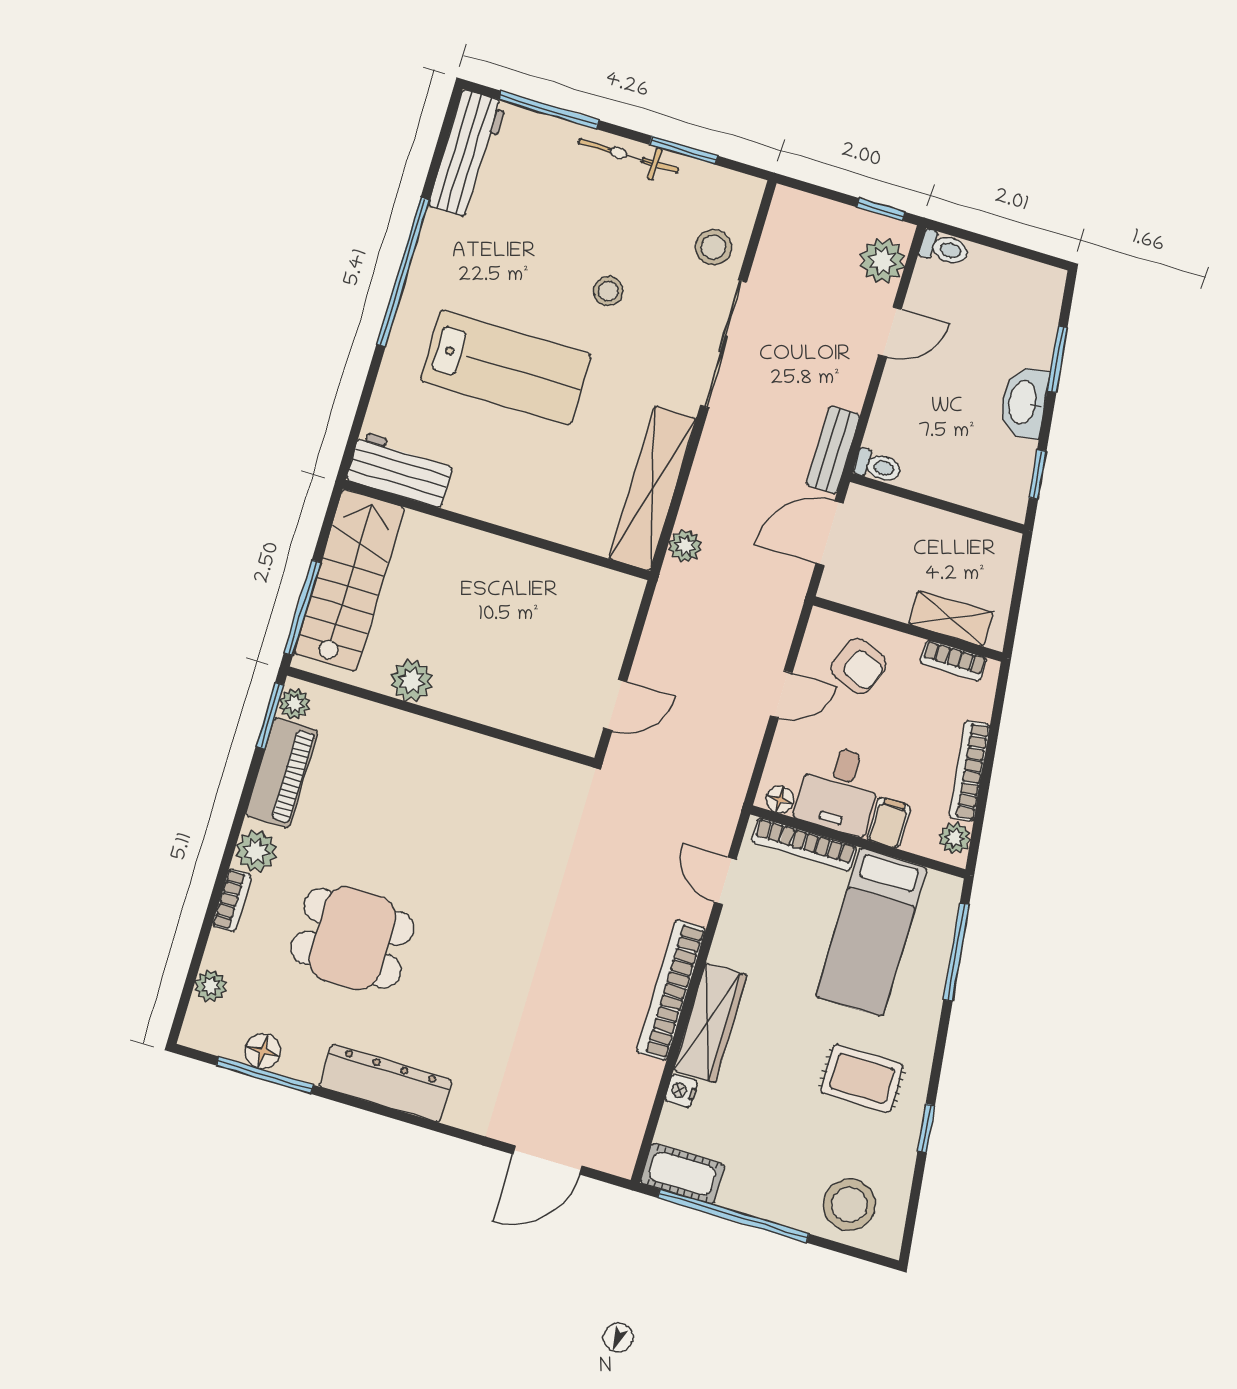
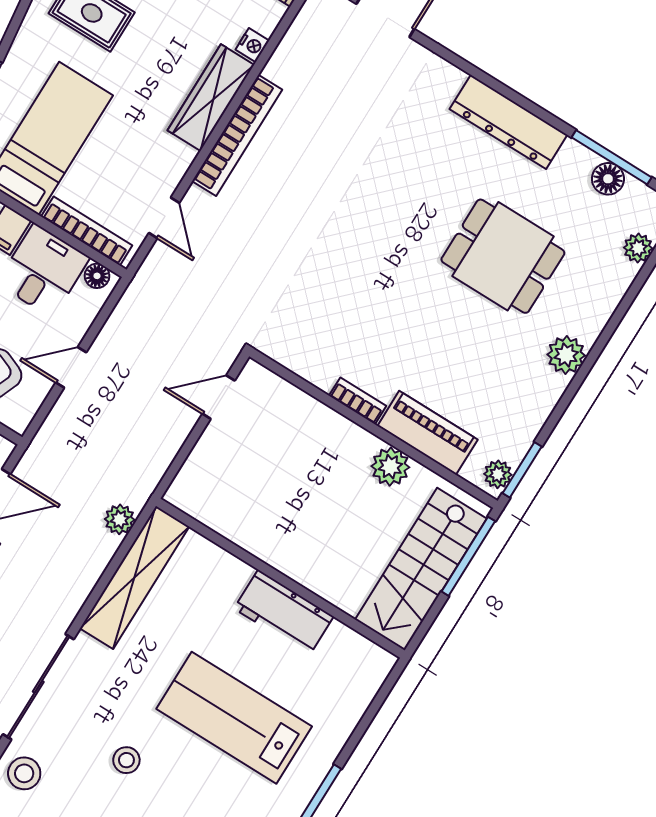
workbench: (400, 469) -> (284, 612), moved
piano: (282, 773) -> (428, 433), moved, turned 90
bookcase: (232, 900) -> (358, 401), moved, turned 90

